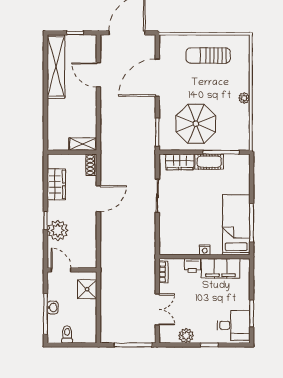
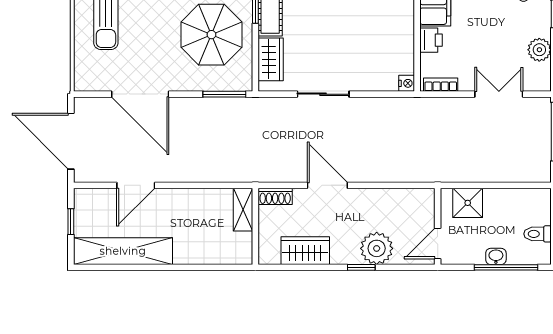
nightstand: (205, 250) -> (407, 83), moved

